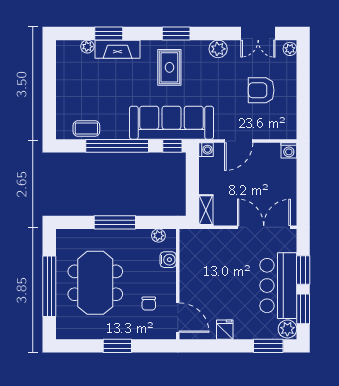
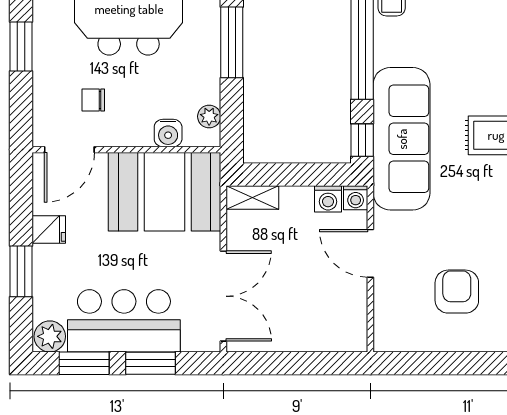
washing machine: (289, 150) -> (328, 199), moved, turned -90
booth: (203, 262) -> (164, 192), added
window: (268, 346) -> (21, 271), moved

